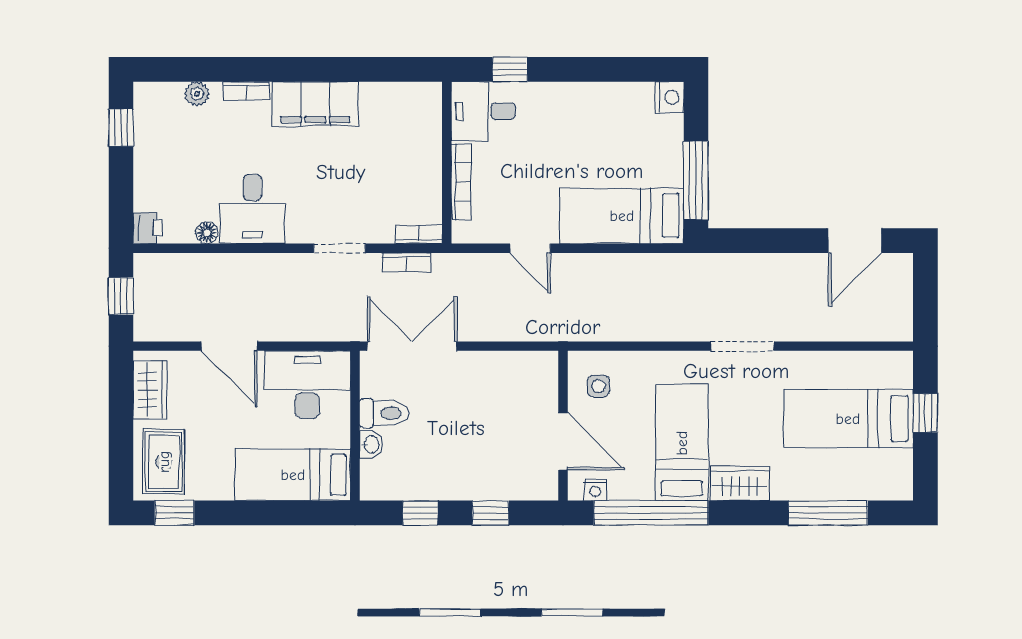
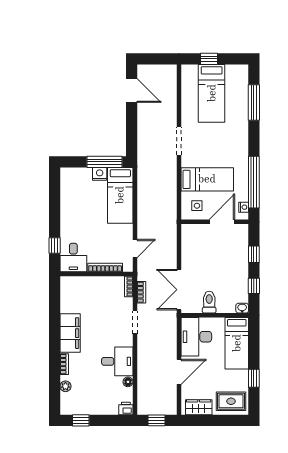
nightstand: (669, 97) -> (100, 174), moved
door: (530, 248) -> (135, 249), moved
bed: (682, 443) -> (207, 179), moved, turned 180
washbasin: (371, 445) -> (242, 308), moved
wardrobe: (740, 483) -> (241, 142), removed
window: (174, 513) -> (254, 378), moved

